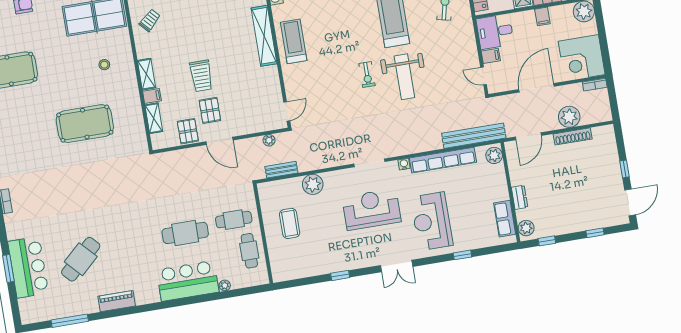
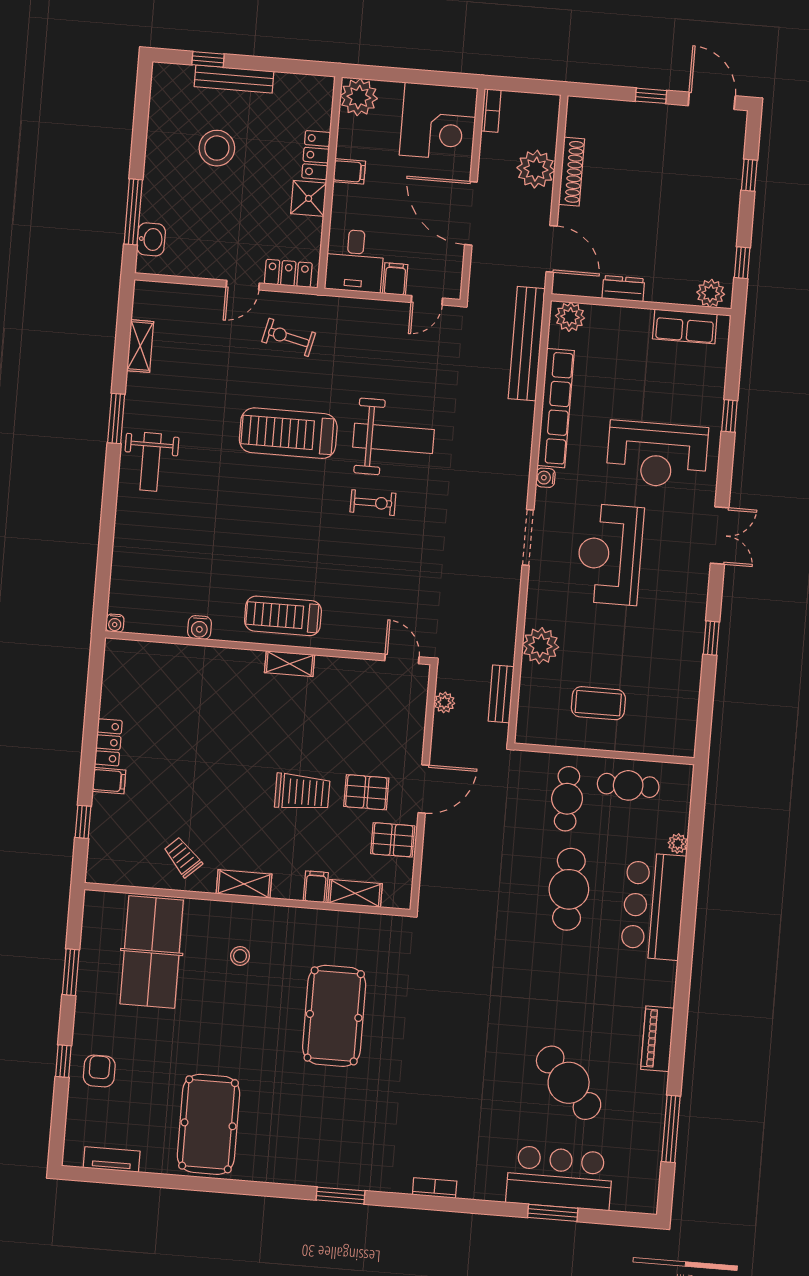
shelving: (264, 36) -> (290, 664), width x0.45, depth x0.75
shelving: (147, 74) -> (244, 884), moved
dresser: (520, 197) -> (623, 289), moved

